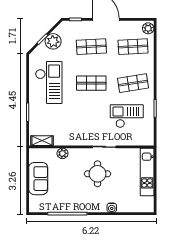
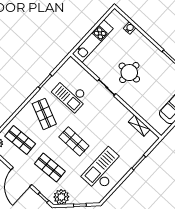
plant: (53, 41) -> (61, 197), moved
shop shelf: (133, 83) -> (44, 114), turned 33
shelving: (42, 141) -> (139, 126), moved
plant: (62, 153) -> (141, 110), removed
water cooler: (112, 208) -> (130, 28), moved

